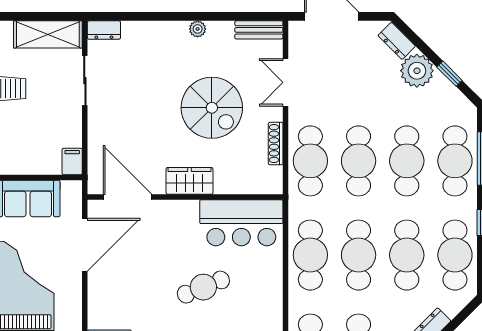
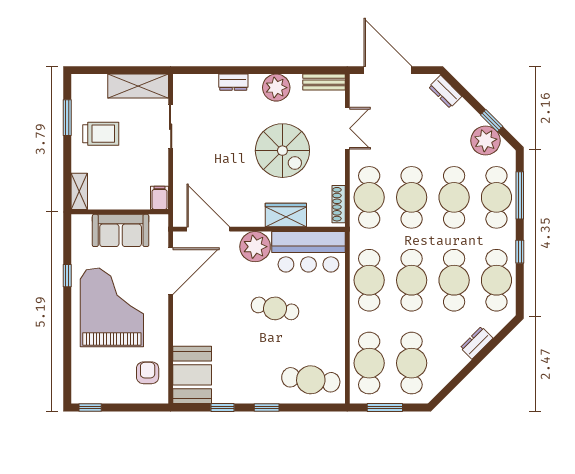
plant: (198, 29) -> (276, 88), width x1.88, depth x1.88
dresser: (104, 30) -> (233, 82), moved
plant: (417, 71) -> (486, 141), moved
double door: (286, 82) -> (347, 128), swing flipped
shoe rack: (276, 144) -> (339, 204), moved
wardrobe: (189, 181) -> (286, 215), moved
plant: (181, 217) -> (255, 247), added
cafe table: (203, 287) -> (275, 308), turned 34

